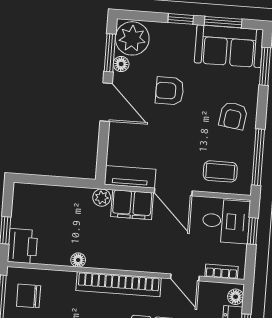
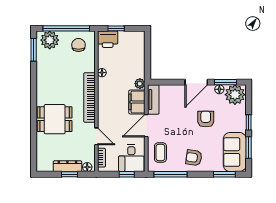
door: (185, 277) -> (96, 136), swing flipped

